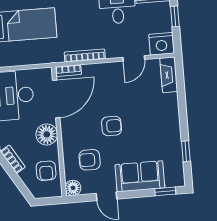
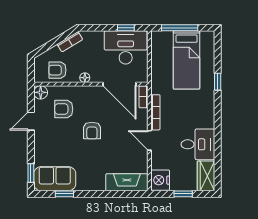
door: (134, 58) -> (149, 140), moved
fireplace: (169, 75) -> (127, 182), width x1.37, depth x1.32
floor lamp: (47, 134) -> (85, 78), width x0.53, depth x0.53
armchair: (90, 160) -> (64, 109), turned -90
sofa: (140, 176) -> (55, 179), moved, turned -90

